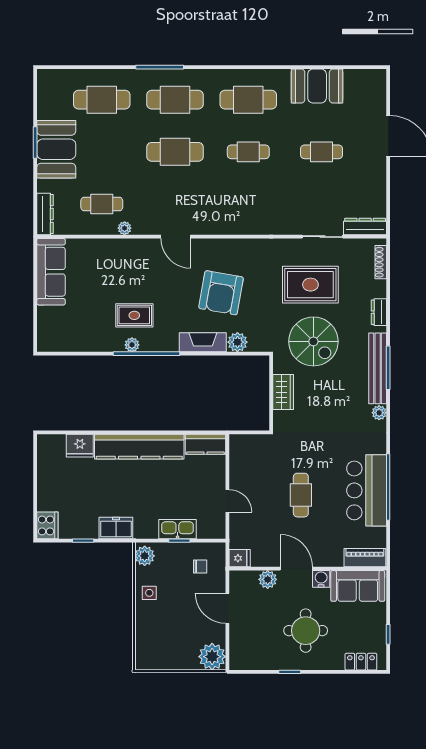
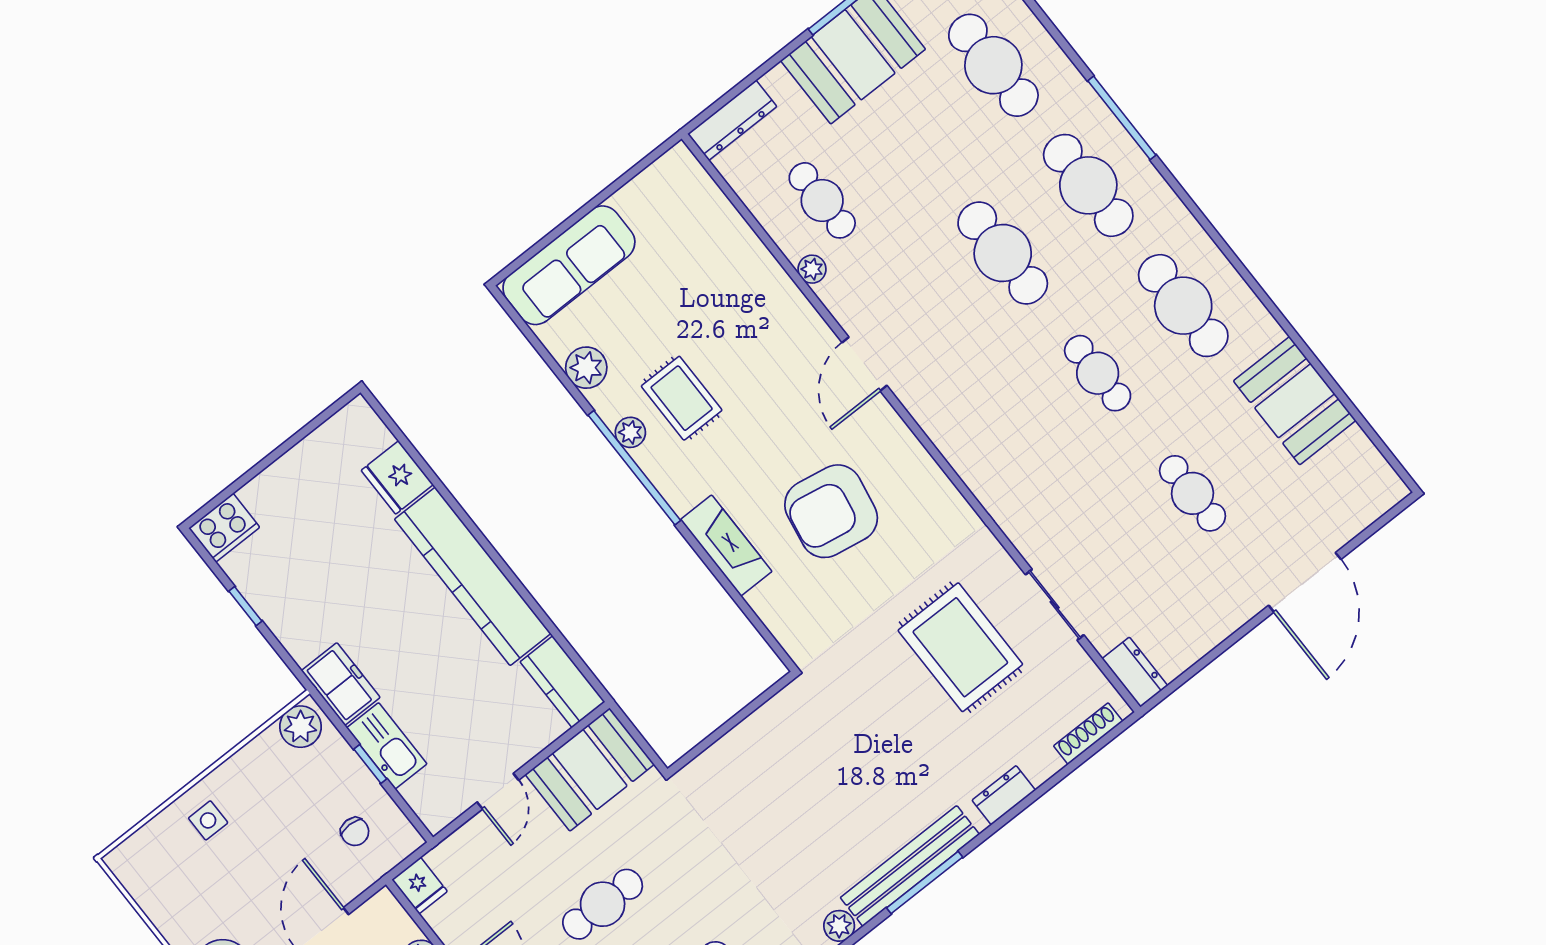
dresser: (365, 226) -> (1135, 672), width x0.70
sofa: (51, 272) -> (569, 265), moved
spiral stairs: (313, 341) -> (871, 726), removed
plant: (237, 342) -> (586, 368), moved
wardrobe: (283, 392) -> (749, 742), removed
booth: (246, 460) -> (590, 769), added
freezer: (116, 528) -> (341, 684), moved
side table: (149, 593) -> (208, 820), moved

